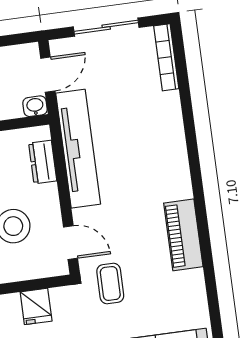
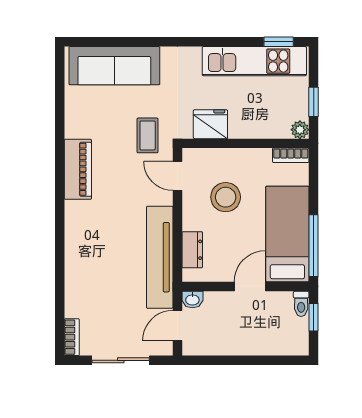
bookcase: (166, 57) -> (72, 337), width x0.64
fridge: (36, 306) -> (210, 124), width x1.38

